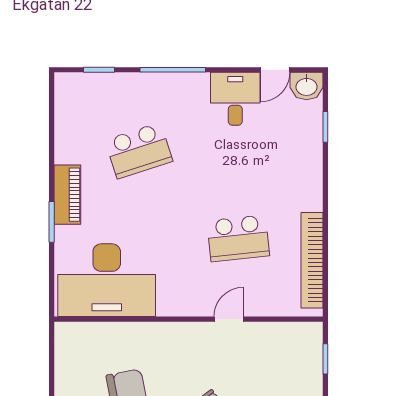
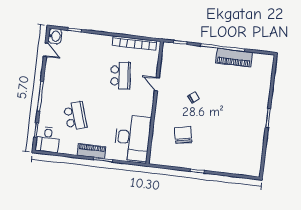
desk: (235, 99) -> (48, 140), moved, turned -90

